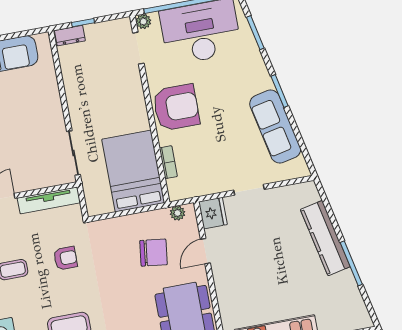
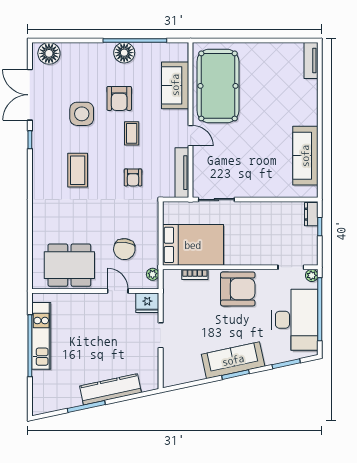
armchair: (176, 107) -> (238, 289), turned -90
sofa: (275, 127) -> (233, 360), moved

